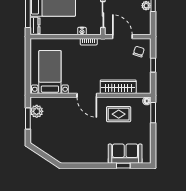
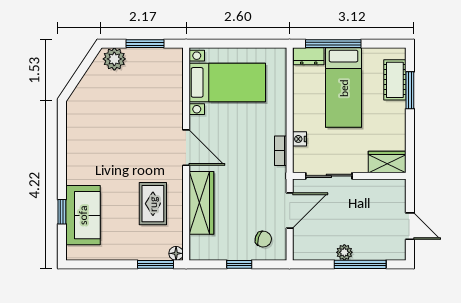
door: (87, 95) -> (186, 148), swing flipped
plant: (37, 111) -> (114, 59), moved

